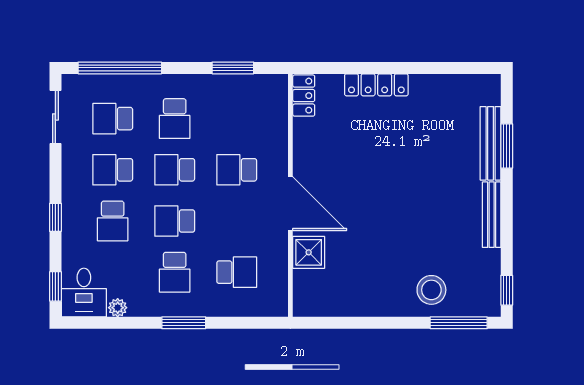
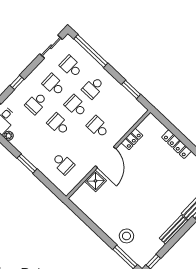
locker: (304, 96) -> (132, 139), moved
school desk: (175, 272) -> (41, 142), removed

